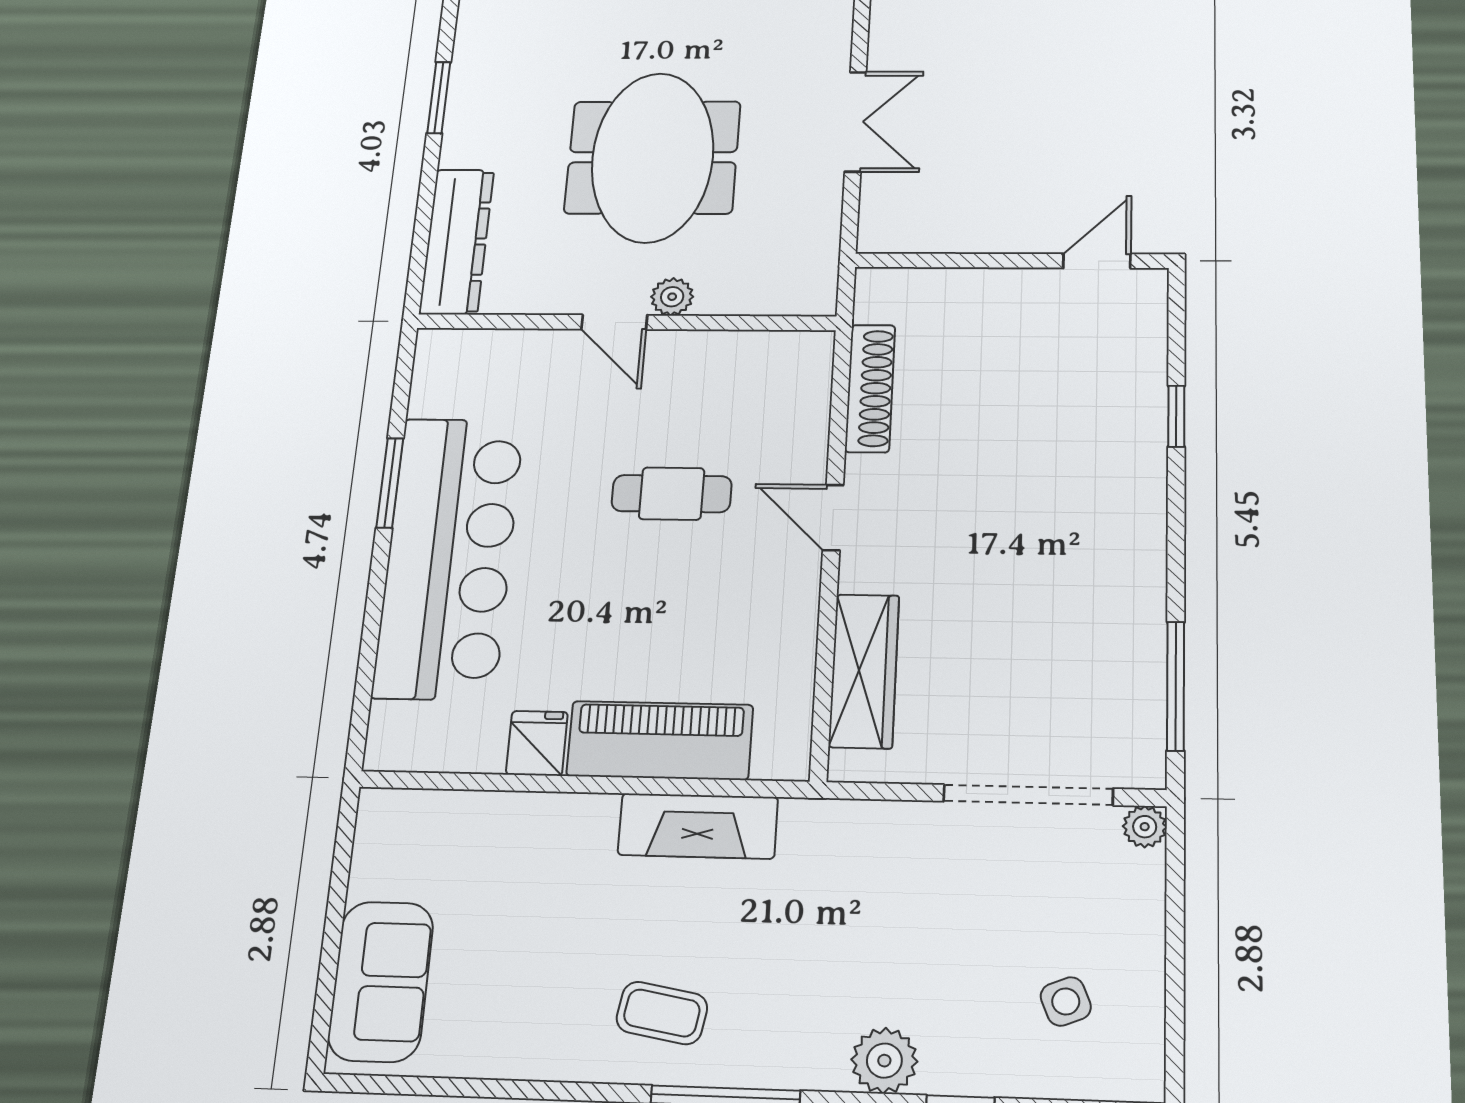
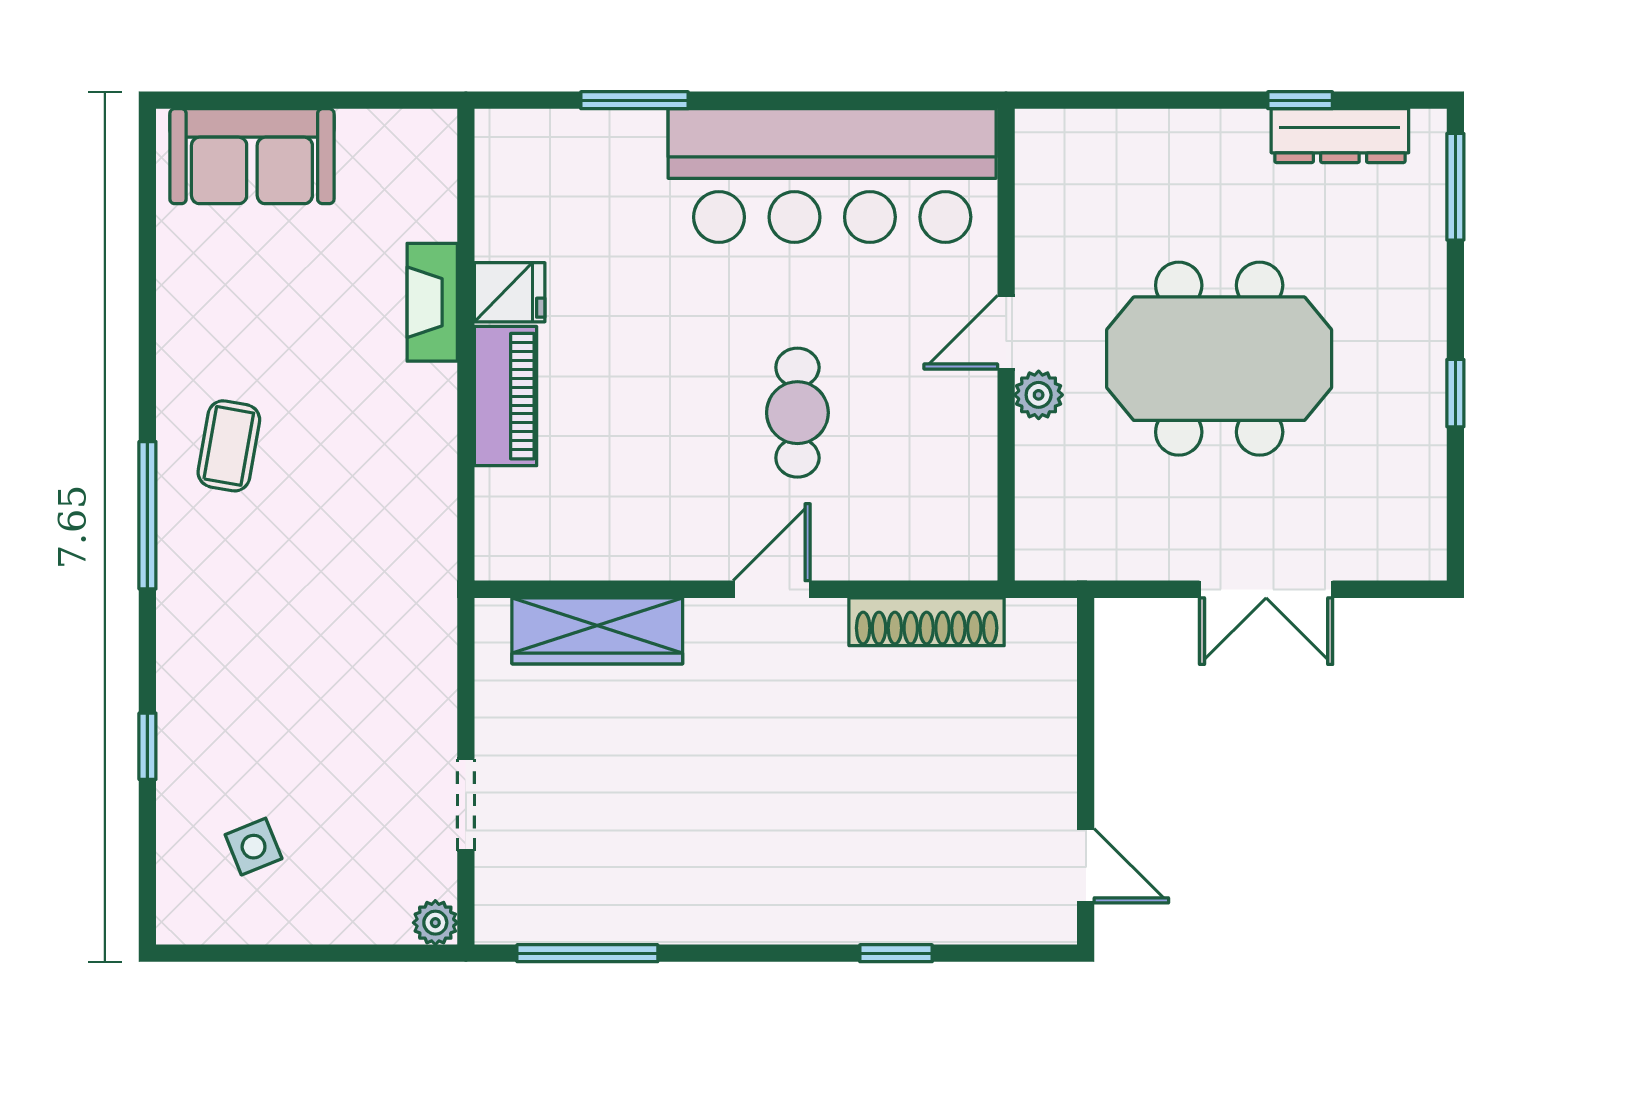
window: (439, 98) -> (1300, 100), width x0.67
dresser: (457, 241) -> (1340, 136), moved, width x0.73, depth x0.80
window: (390, 483) -> (635, 100), moved
bar counter: (449, 557) -> (832, 176), moved
piano: (660, 740) -> (506, 396), width x0.73, depth x0.75
doorway: (1028, 795) -> (466, 805), width x0.53
fireplace: (698, 826) -> (432, 302), moved, width x0.73, depth x0.76
plant: (884, 1061) -> (189, 670), removed

